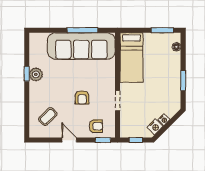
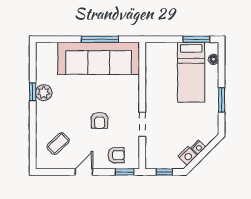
bed: (132, 57) -> (191, 72), moved
door: (69, 140) -> (84, 172), hinge flipped

